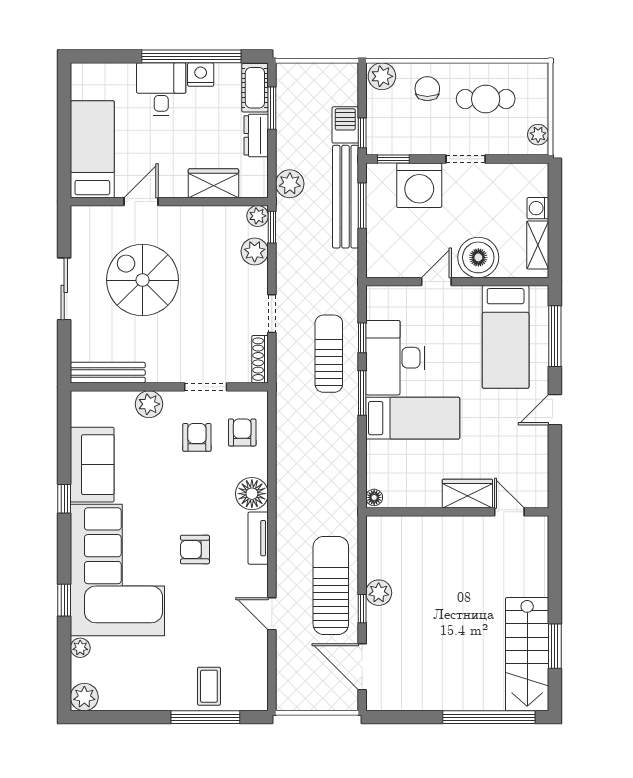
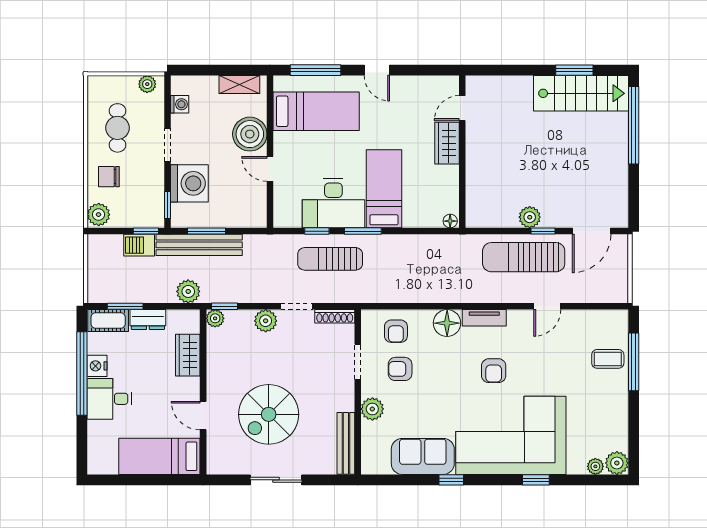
washing machine: (538, 208) -> (180, 104), moved, turned -90
plant: (255, 251) -> (266, 321), moved
armchair: (242, 432) -> (396, 331), turned -90
plant: (80, 648) -> (595, 466), moved

